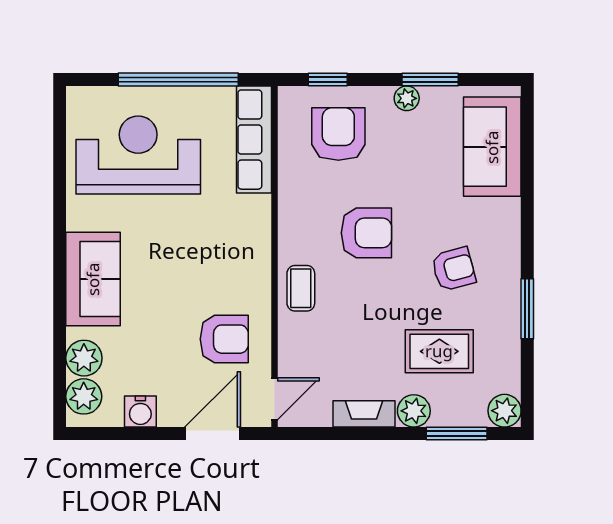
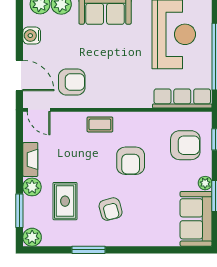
sofa: (492, 147) -> (196, 219), moved, turned -90
armchair: (224, 339) -> (72, 82), turned -90

